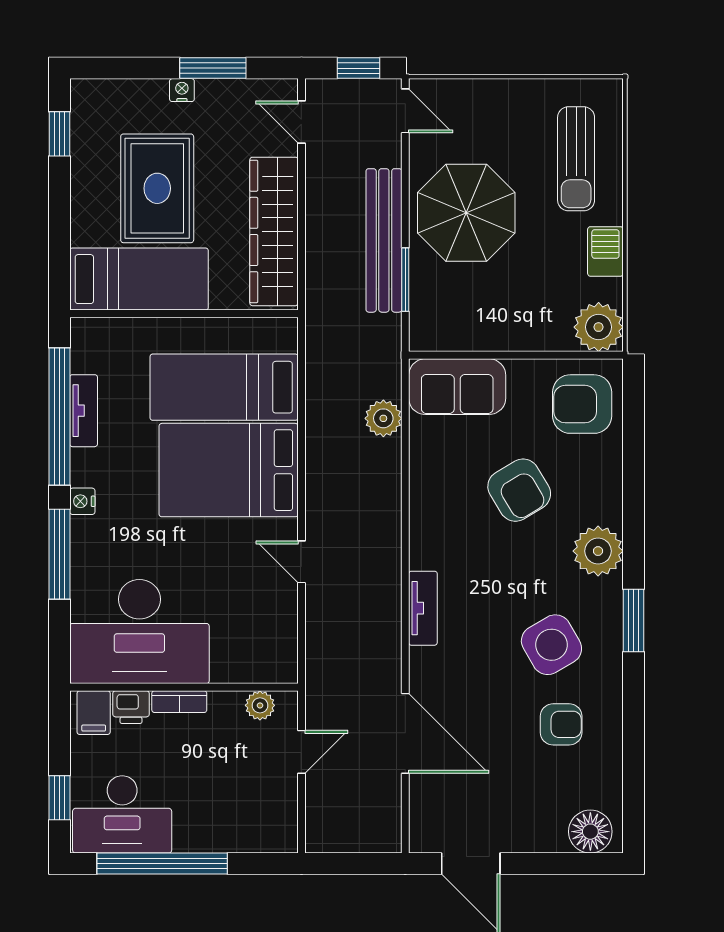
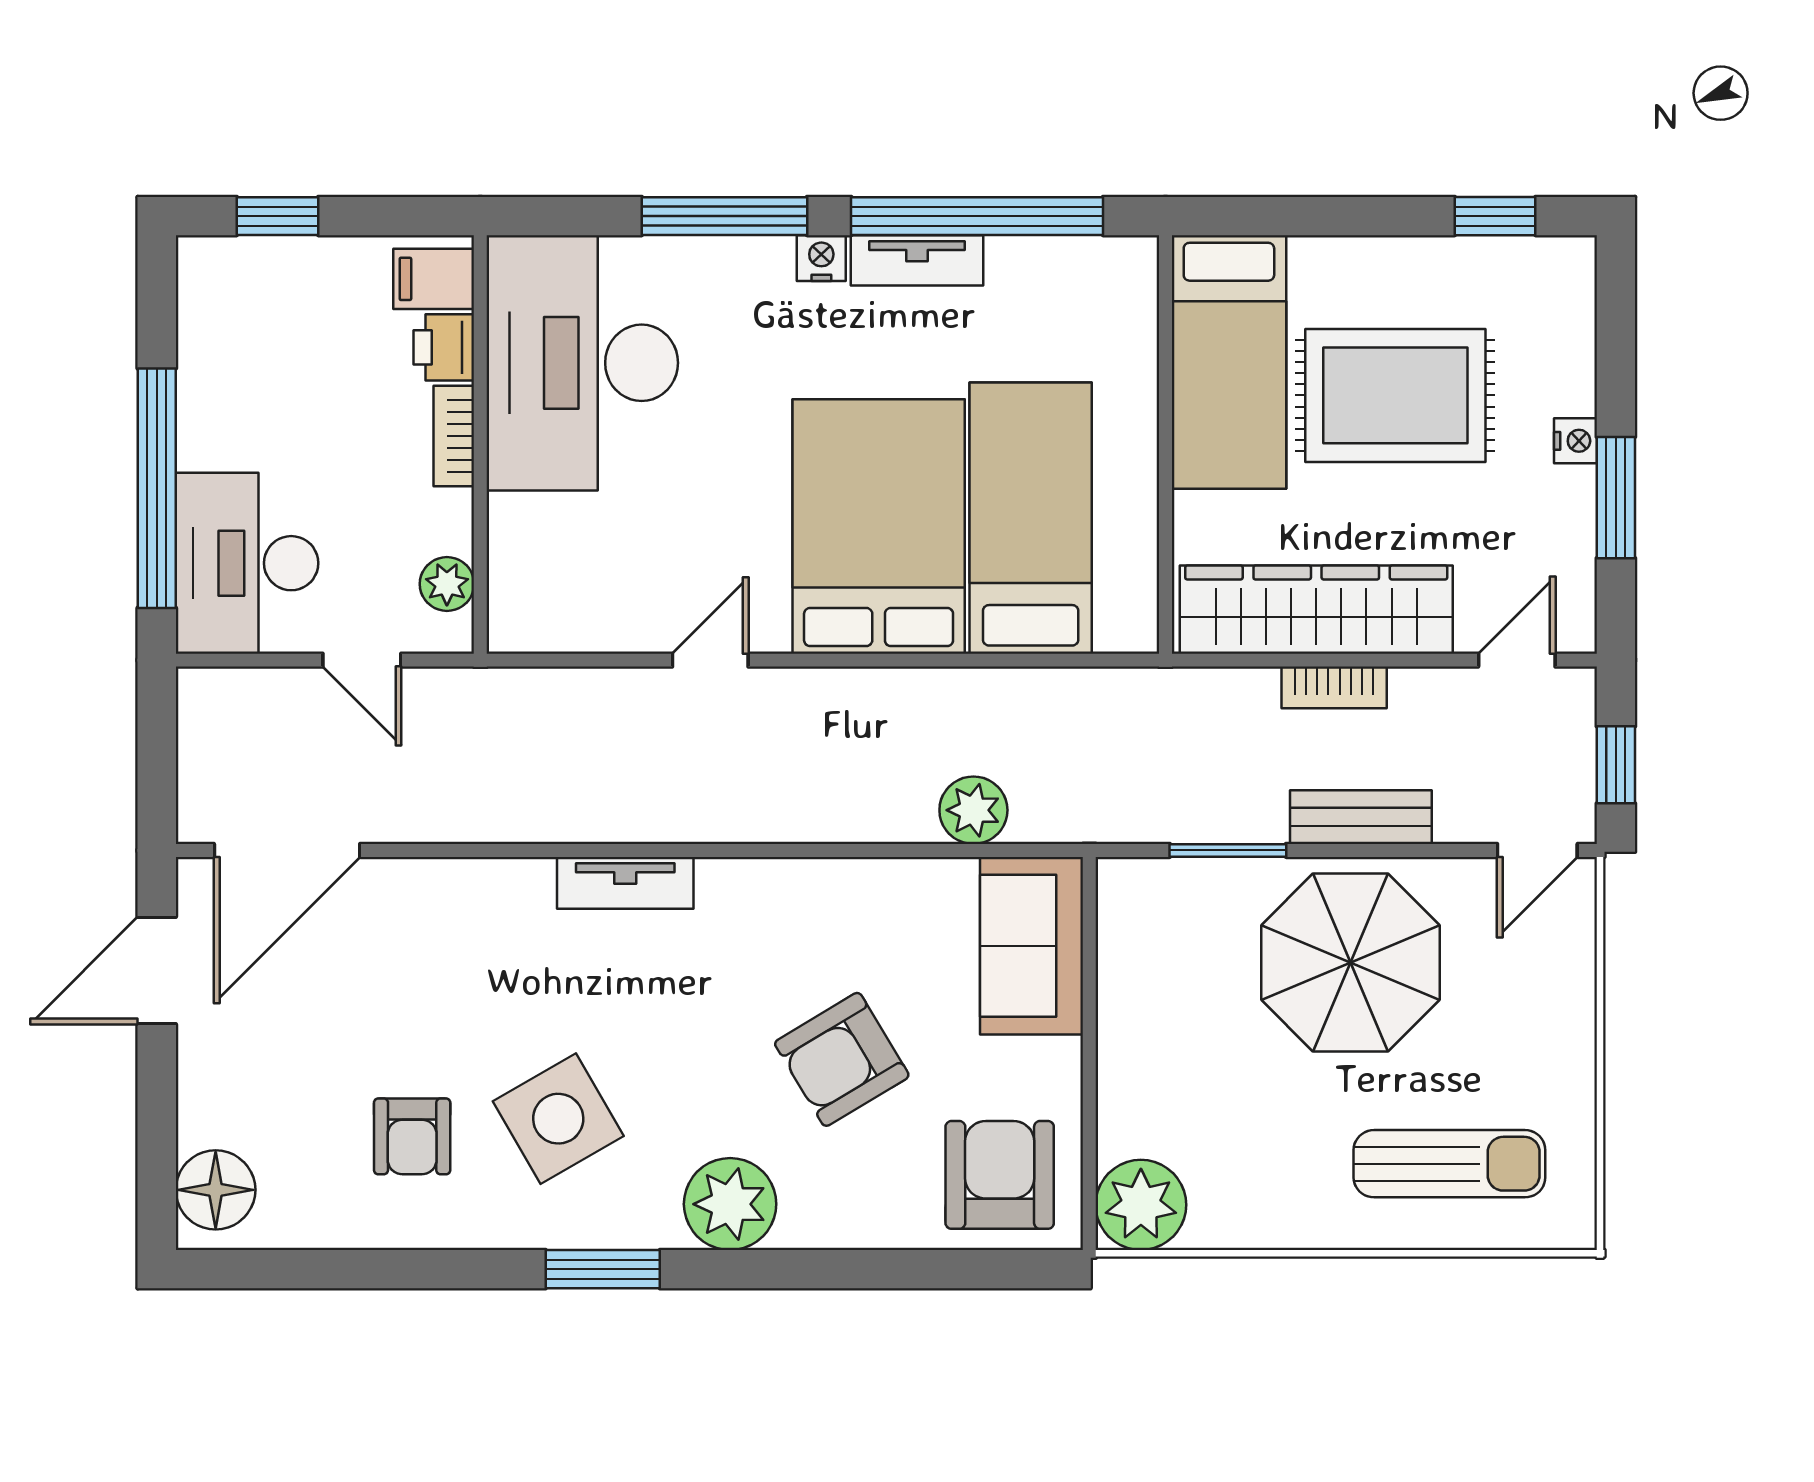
sun lounger: (576, 159) -> (1449, 1164), turned 180
bookcase: (316, 222) -> (1334, 687), added
bench: (384, 240) -> (1361, 817), width x0.54, depth x0.82
barbecue: (605, 251) -> (1280, 1218), removed
tv unit: (84, 411) -> (917, 260), moved
door: (405, 733) -> (287, 850), moved
desk: (122, 814) -> (247, 563), moved
window: (162, 864) -> (157, 488), moved

